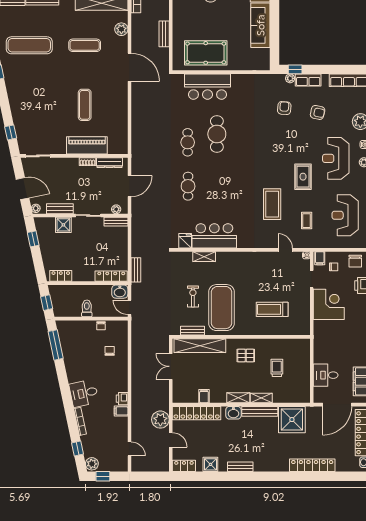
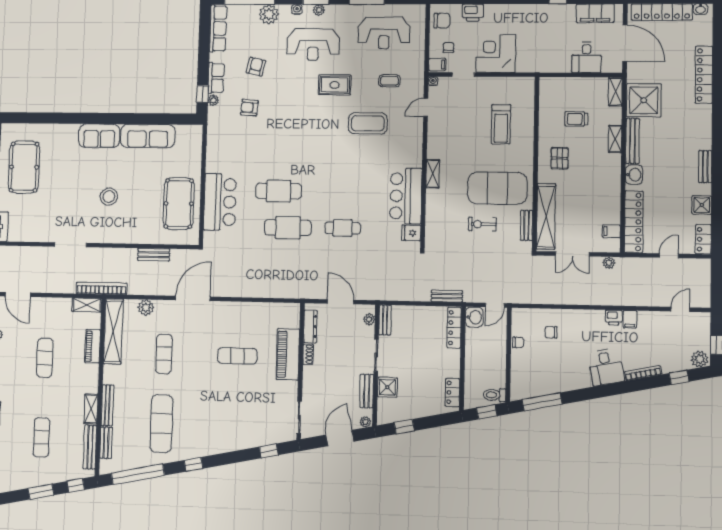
cafe table: (188, 142) -> (288, 228), width x1.37, depth x1.35
shelving: (204, 257) -> (433, 174), moved
toilet: (87, 308) -> (494, 395), moved
filing cabinet: (204, 396) -> (611, 231), moved
shelving: (238, 398) -> (615, 92), moved
plant: (160, 420) -> (609, 263), moved, width x0.53, depth x0.53

